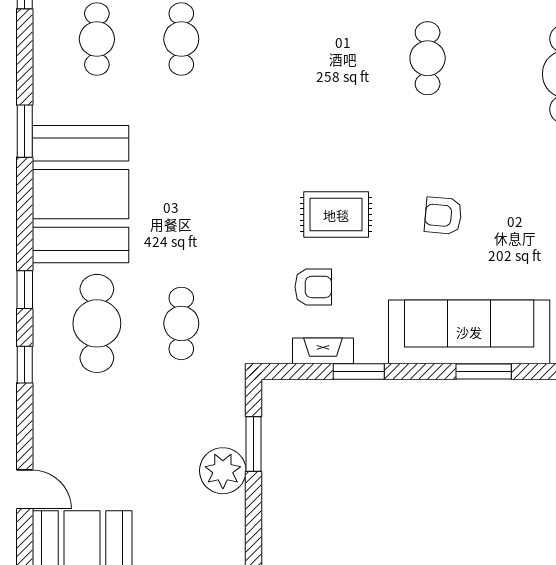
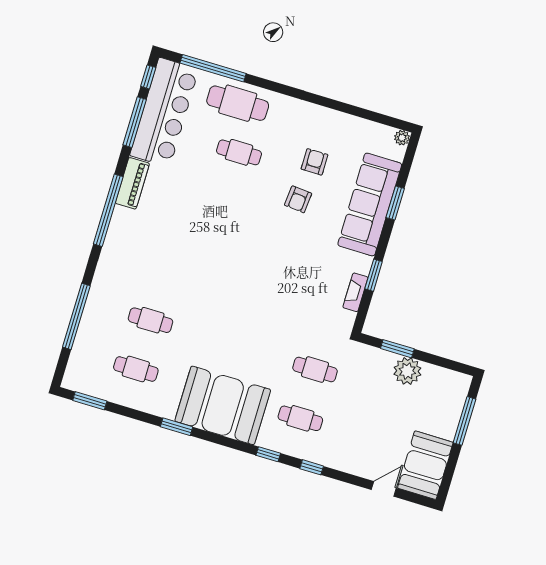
cafe table: (428, 58) -> (239, 152), moved
rug: (336, 215) -> (279, 261), removed
armchair: (313, 287) -> (314, 162), moved
cafe table: (97, 323) -> (300, 418), width x0.73, depth x0.74

